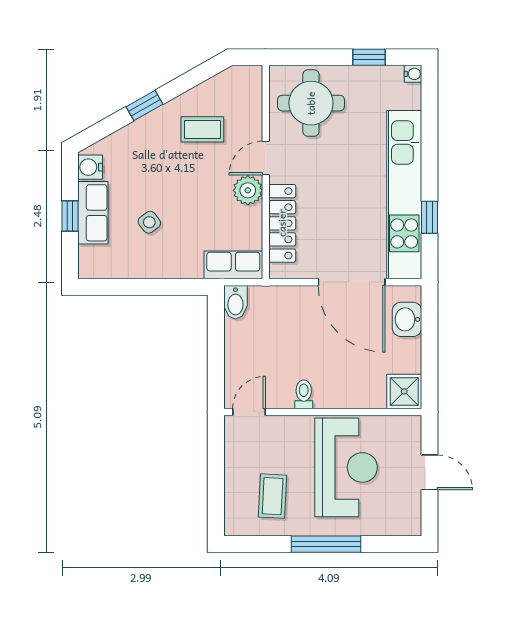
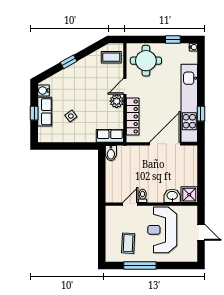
coffee table: (202, 129) -> (111, 57), moved
door: (352, 282) -> (165, 144), swing flipped
washbasin: (407, 319) -> (172, 196), moved, turned 90
door: (249, 412) -> (130, 204), moved
reception desk: (346, 467) -> (162, 230), turned 180
window: (326, 544) -> (140, 265), moved

